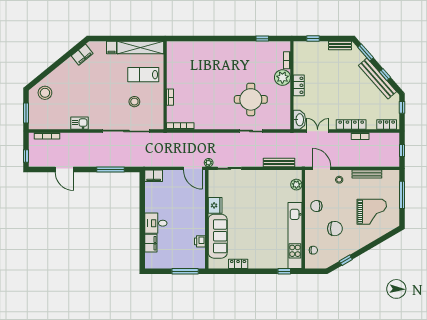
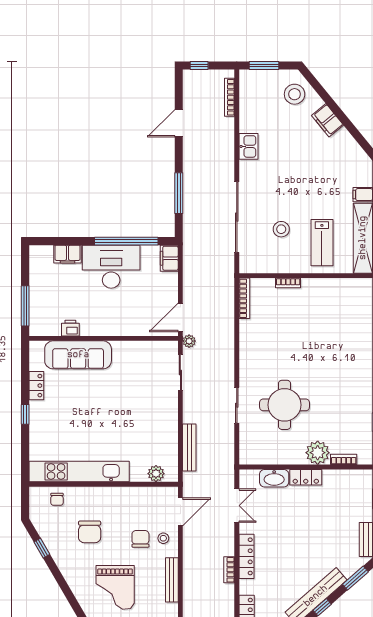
filing cabinet: (82, 55) -> (328, 120), moved
lab bench: (143, 75) -> (322, 243), turned 180
washbasin: (299, 120) -> (274, 478), moved
window: (142, 204) -> (126, 241), added
fridge: (215, 205) -> (125, 351), removed
chair: (316, 206) -> (140, 539), moved
desk: (156, 223) -> (111, 267), width x1.87, depth x1.30
window: (284, 271) -> (25, 414), moved

